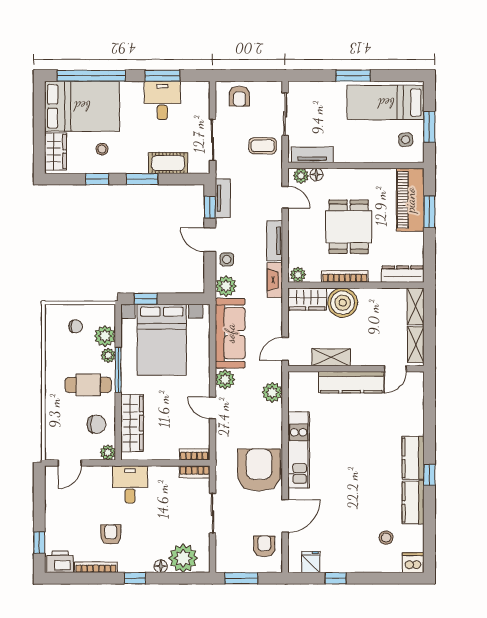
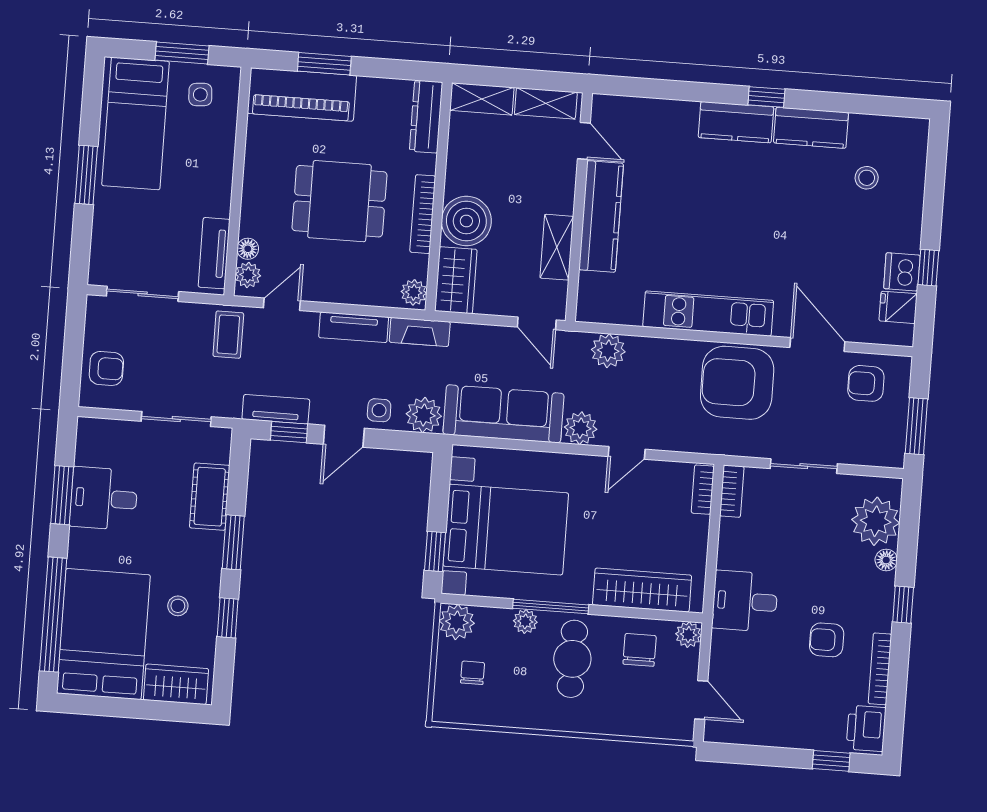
coffee table: (263, 146) -> (228, 335), moved
plant: (105, 336) -> (457, 622), moved
dishwasher: (413, 563) -> (902, 272), moved

